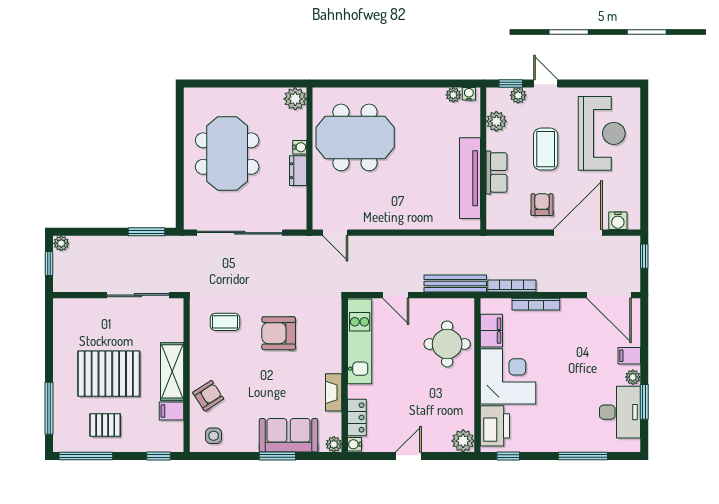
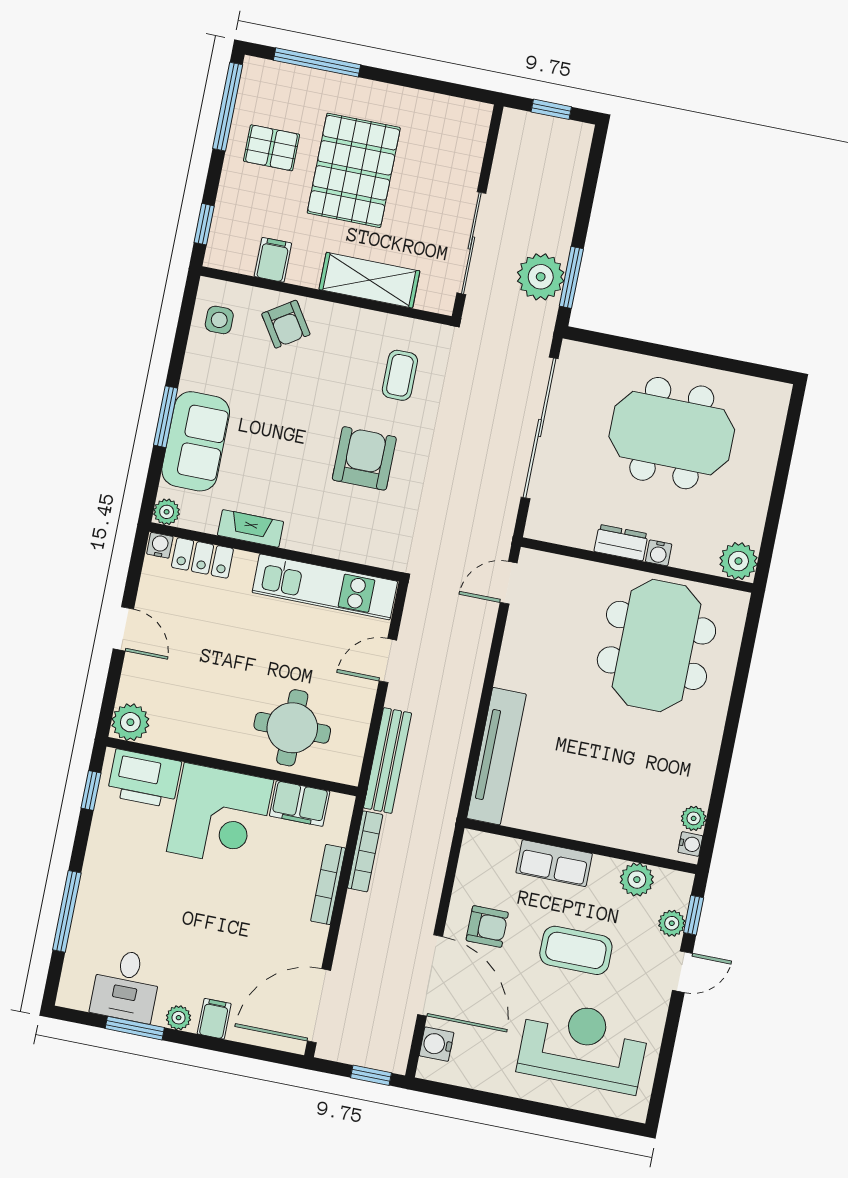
reception desk: (602, 133) -> (583, 1046), turned 180
tv unit: (470, 178) -> (496, 756), moved, turned 90
plant: (61, 243) -> (541, 277), moved, width x1.87, depth x1.87
shelving: (172, 371) -> (369, 280), moved
desk: (620, 412) -> (126, 985), width x0.73
pallet: (105, 425) -> (272, 148), turned 90

